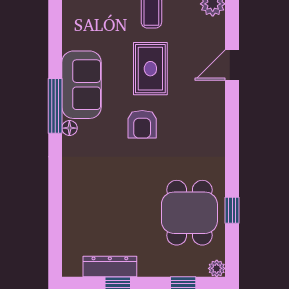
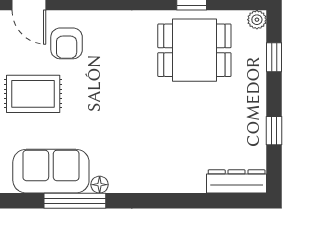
armchair: (142, 124) -> (67, 43), moved, turned 90
dresser: (110, 267) -> (237, 181), moved, turned 90

